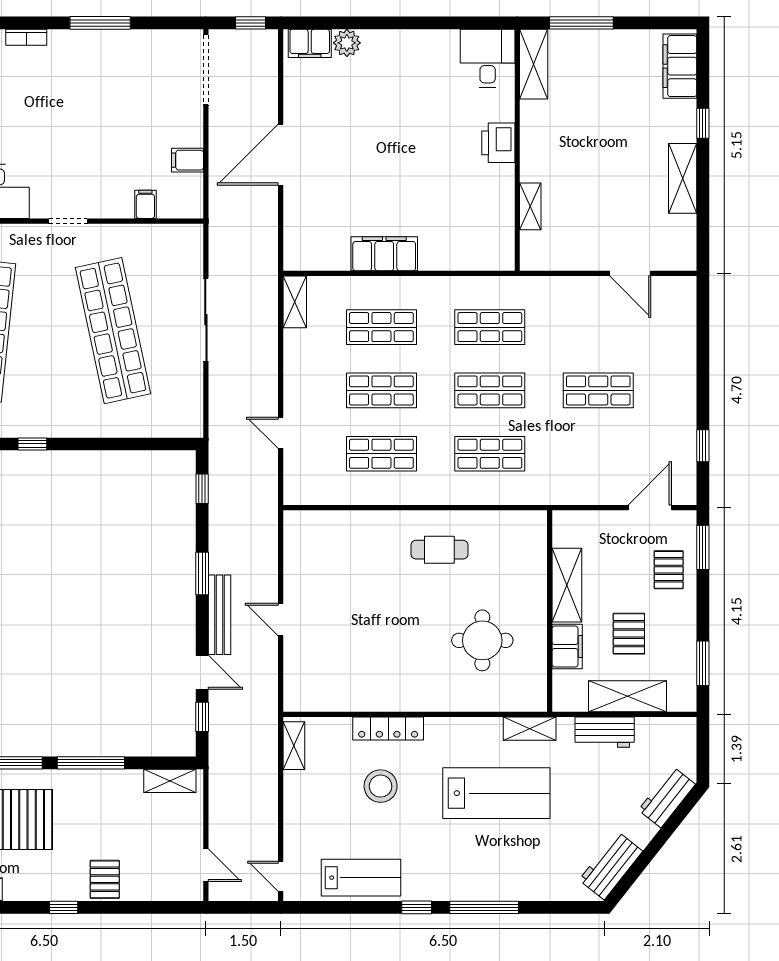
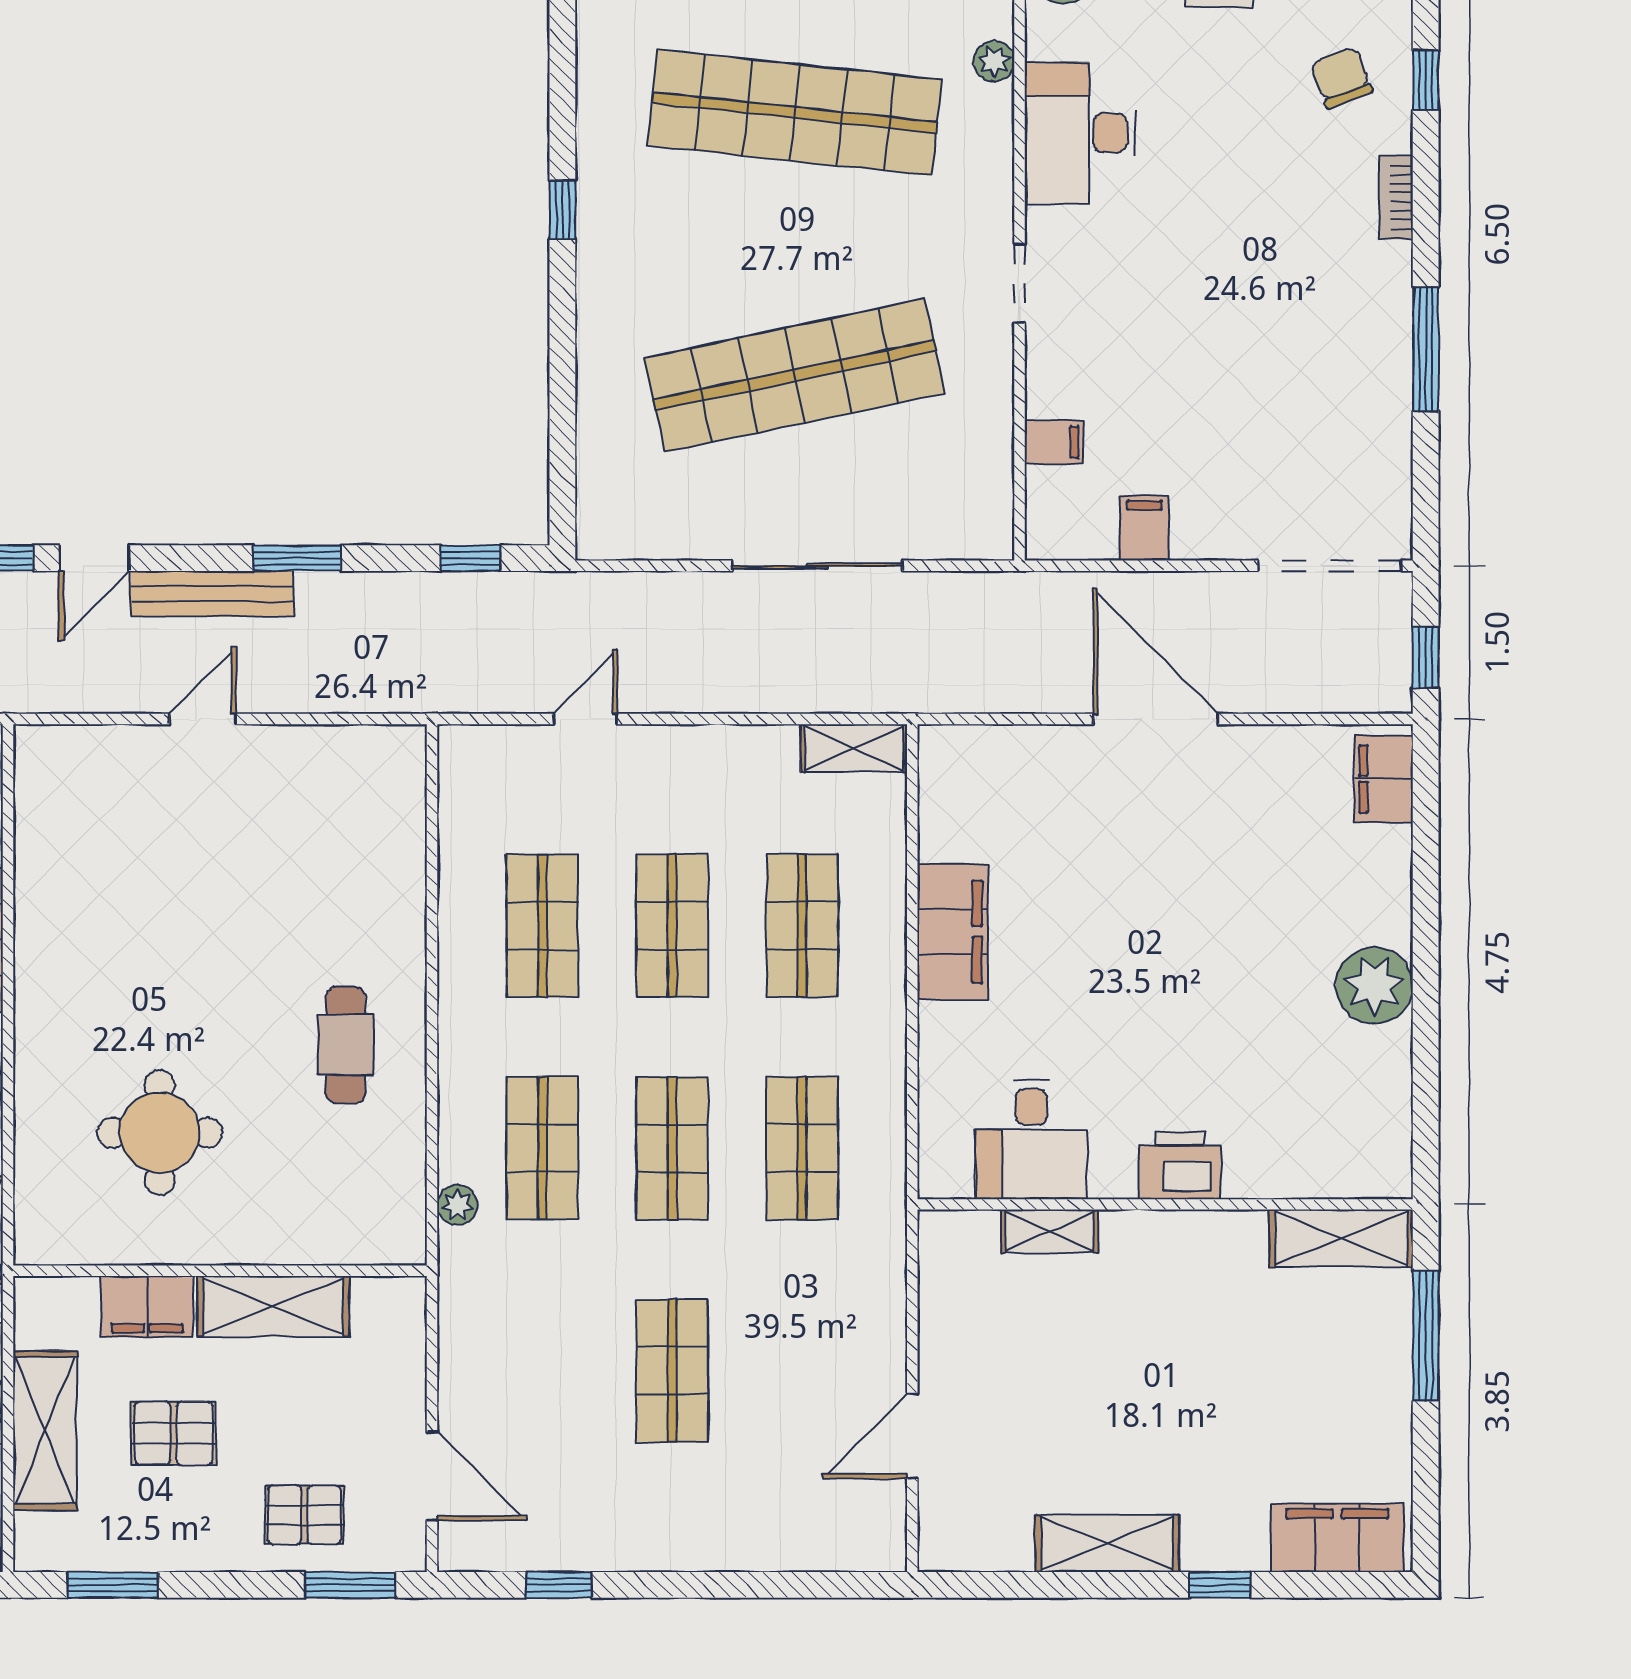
plant: (347, 43) -> (1374, 985), moved, width x1.36, depth x1.36
desk: (488, 58) -> (1031, 1139), moved, turned 90
plant: (518, 495) -> (457, 1205), added

